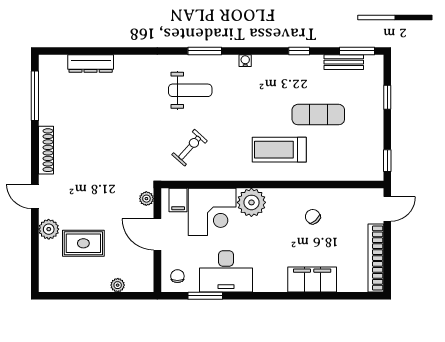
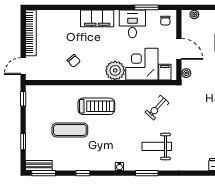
bench: (344, 62) -> (39, 165), moved
desk: (226, 271) -> (132, 24), width x0.73
filing cabinet: (312, 279) -> (97, 18), moved
plant: (118, 285) -> (194, 14), moved

